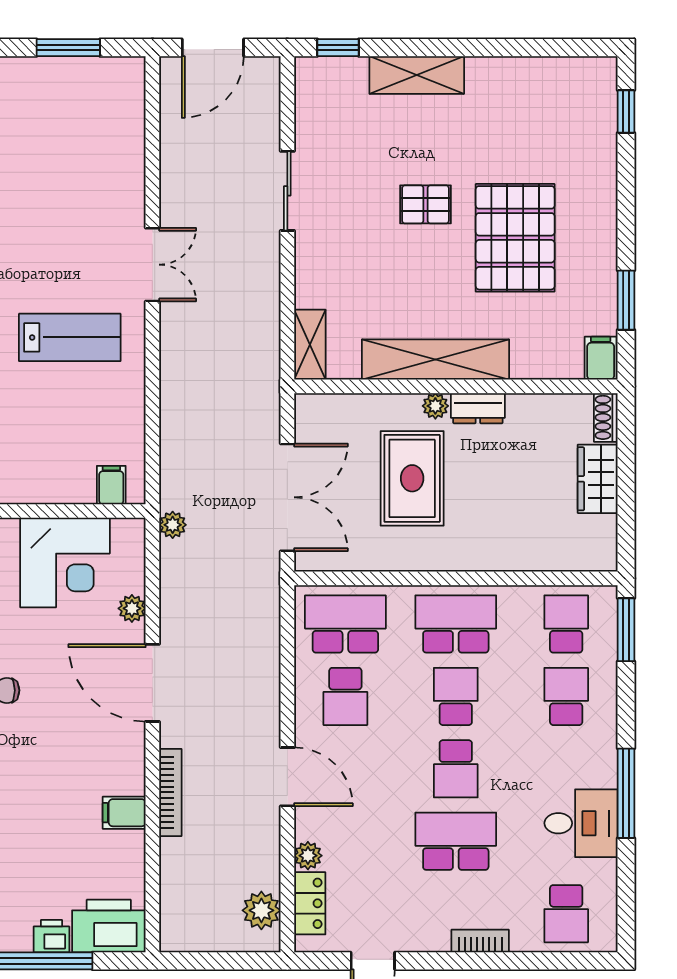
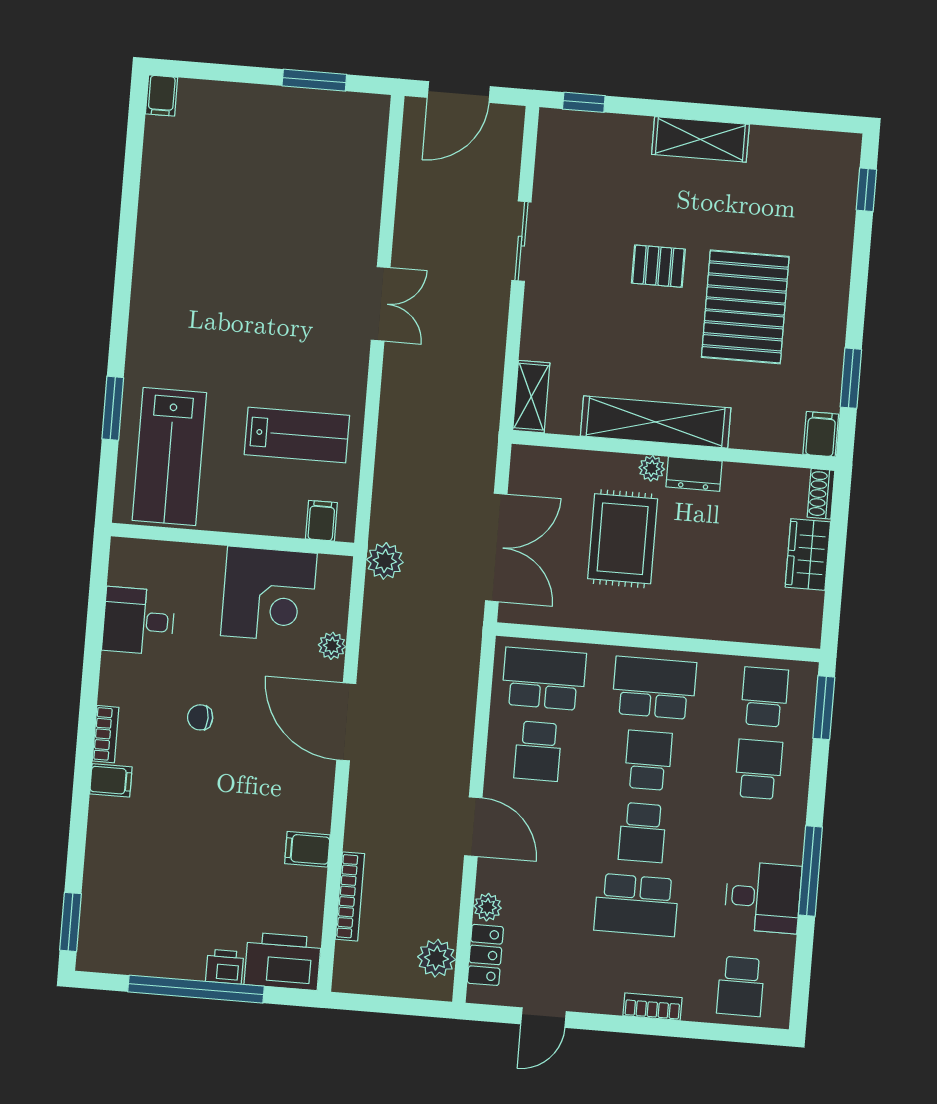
shelving: (417, 75) -> (700, 139), moved
lab bench: (70, 337) -> (297, 435), moved
plant: (173, 525) -> (385, 561), width x1.38, depth x1.38
bookcase: (170, 792) -> (350, 896), moved
school desk: (456, 841) -> (636, 905), turned 180

